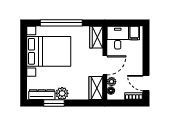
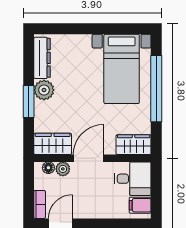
bed with nightstands: (49, 51) -> (122, 69), width x0.73
door: (105, 65) -> (89, 158), swing flipped
window: (54, 103) -> (29, 101), moved

